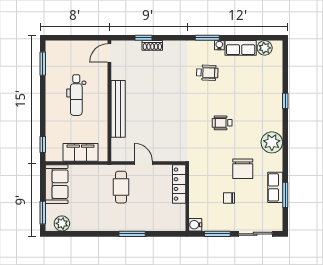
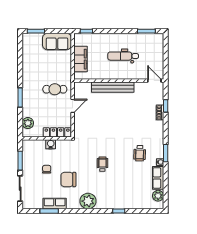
plant: (62, 223) -> (28, 123), moved
water cooler: (195, 225) -> (51, 144), moved

